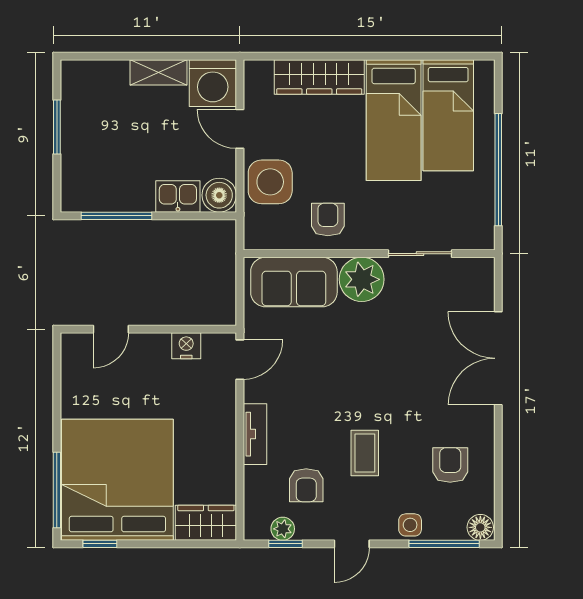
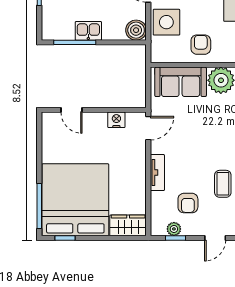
kitchen sink: (178, 196) -> (88, 31), moved
door: (111, 329) -> (71, 110), hinge flipped

